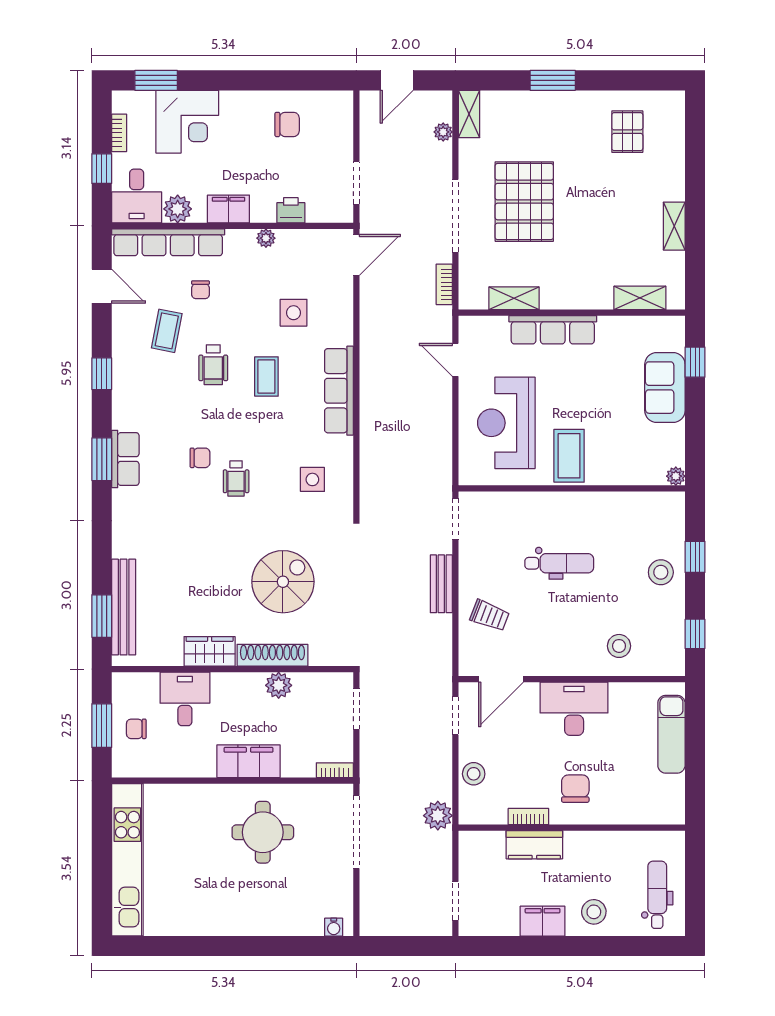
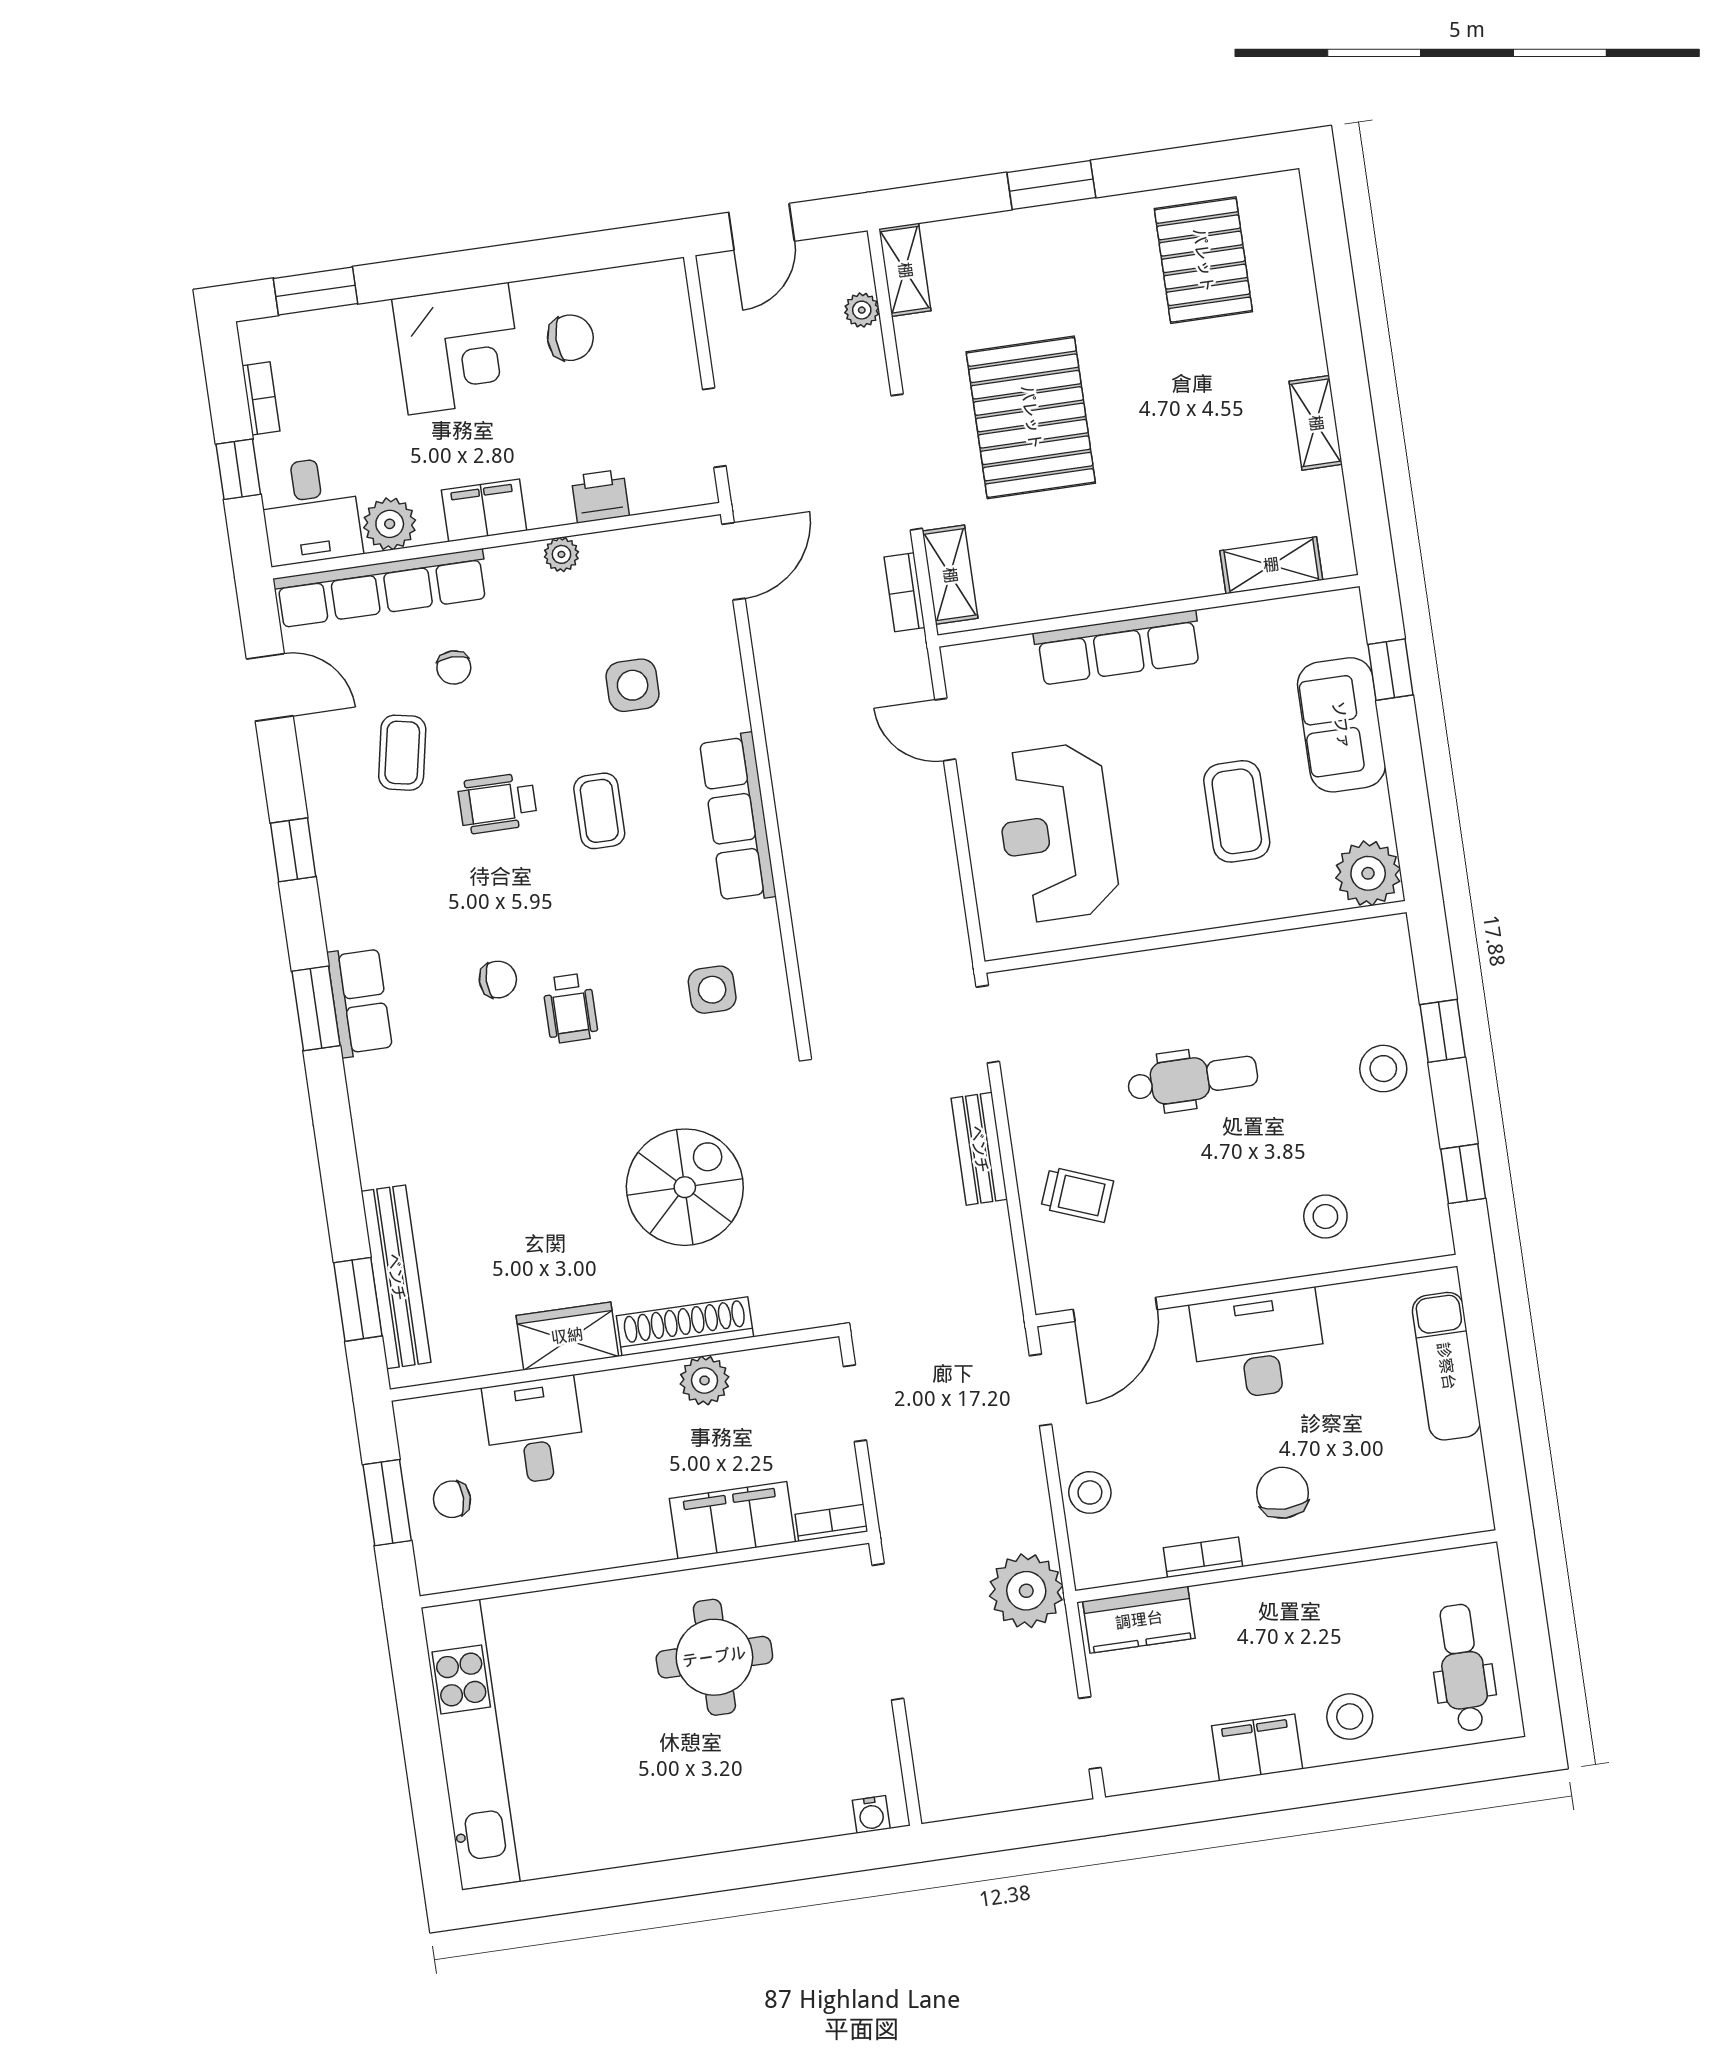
corner desk: (187, 122) -> (458, 349), moved
pallet: (627, 132) -> (1203, 260), width x1.50, depth x1.42
shelving: (514, 298) -> (950, 575), moved, turned 90
wheelchair: (213, 365) -> (497, 803), turned 90
coffee table: (569, 456) -> (1237, 811), moved
plant: (676, 476) -> (1368, 873), width x1.87, depth x1.87
filing cabinet: (248, 761) -> (732, 1520), moved
plant: (438, 816) -> (1026, 1591), width x1.36, depth x1.36
kitchen counter: (534, 845) -> (1139, 1620), moved

